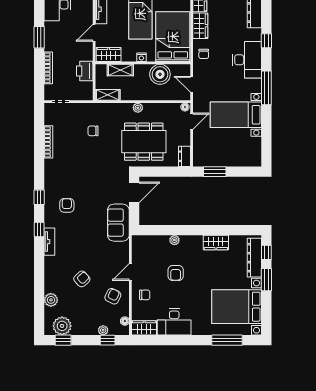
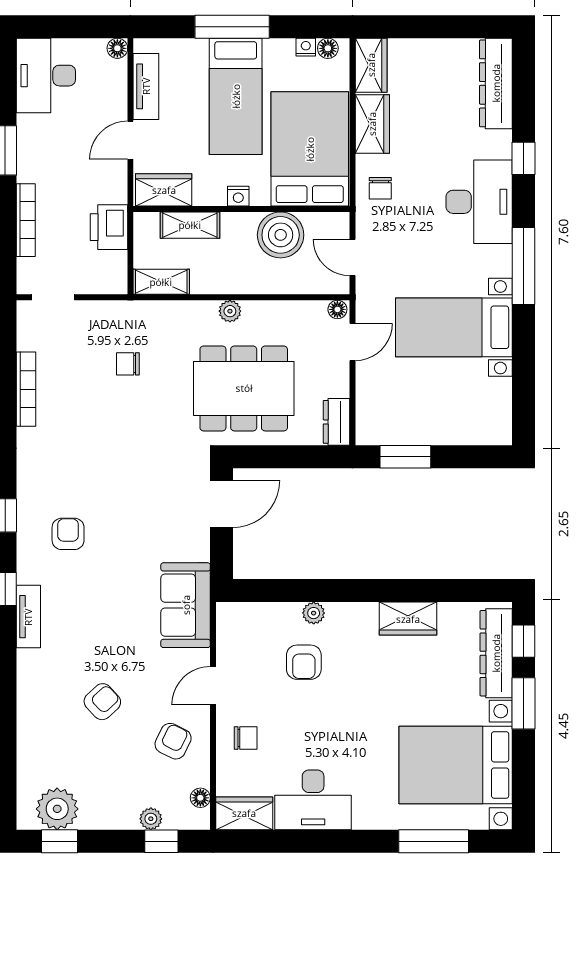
sofa: (118, 223) -> (186, 605), moved
armchair: (176, 273) -> (304, 662), moved
plant: (51, 300) -> (32, 750), removed

